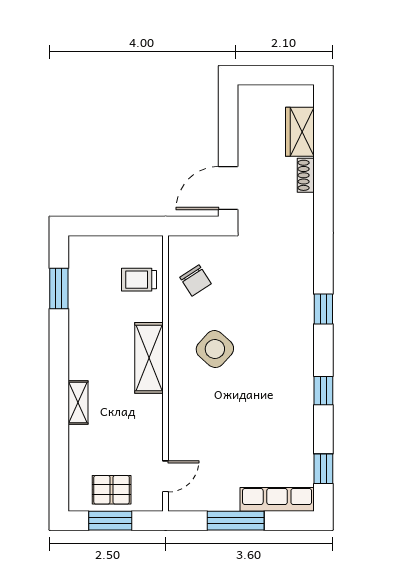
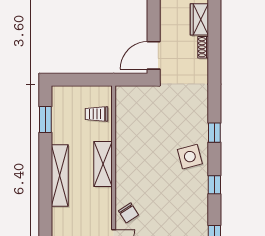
chair: (195, 280) -> (128, 213), moved
side table: (215, 349) -> (190, 157), moved, turned 33
shelving: (78, 402) -> (60, 176), width x2.20, depth x1.33

